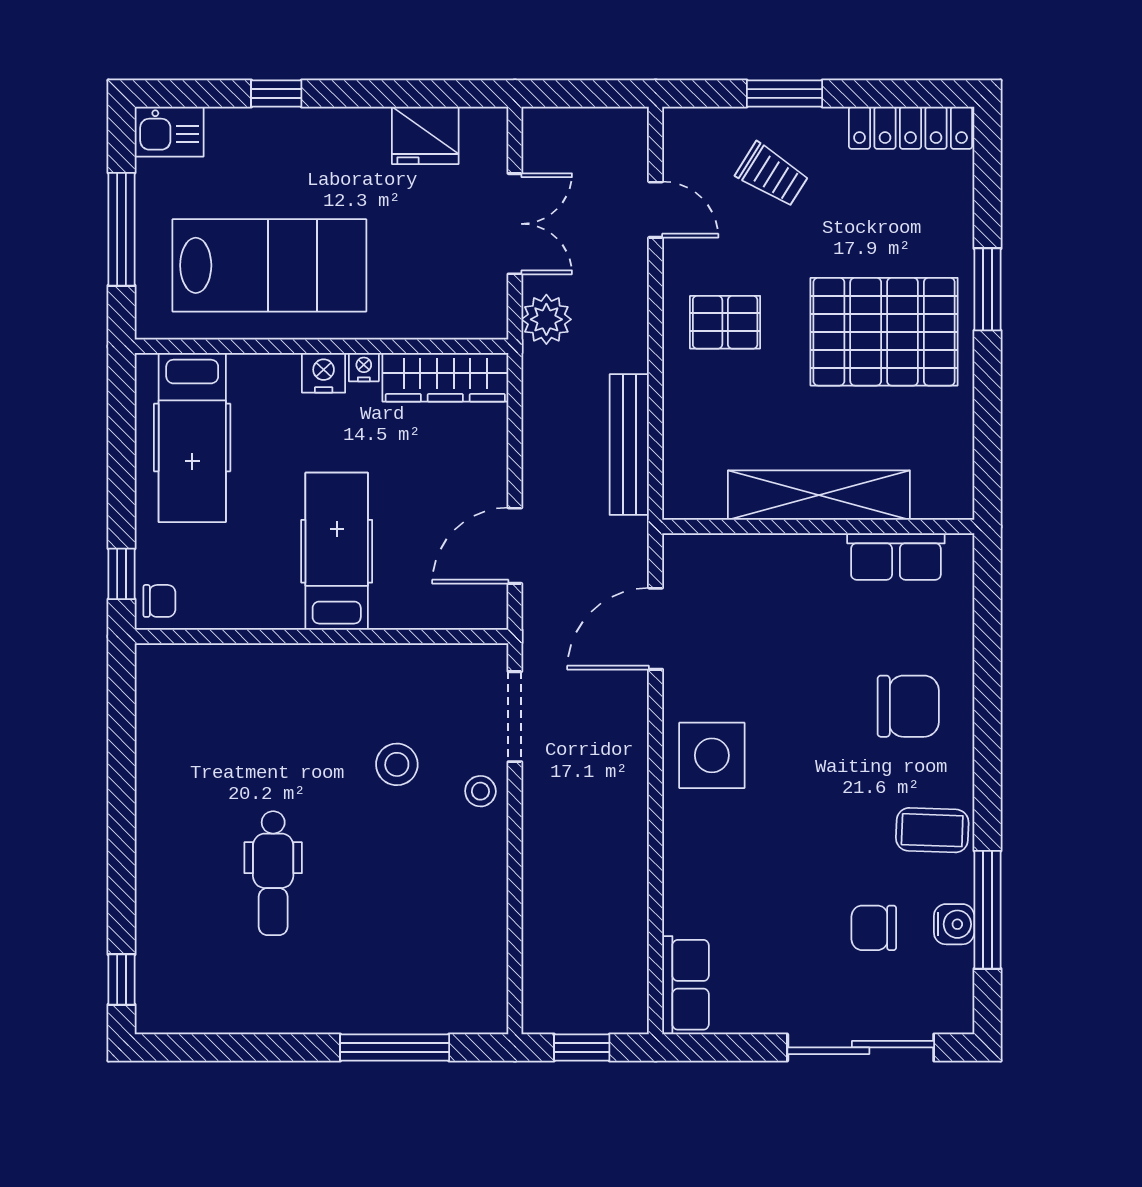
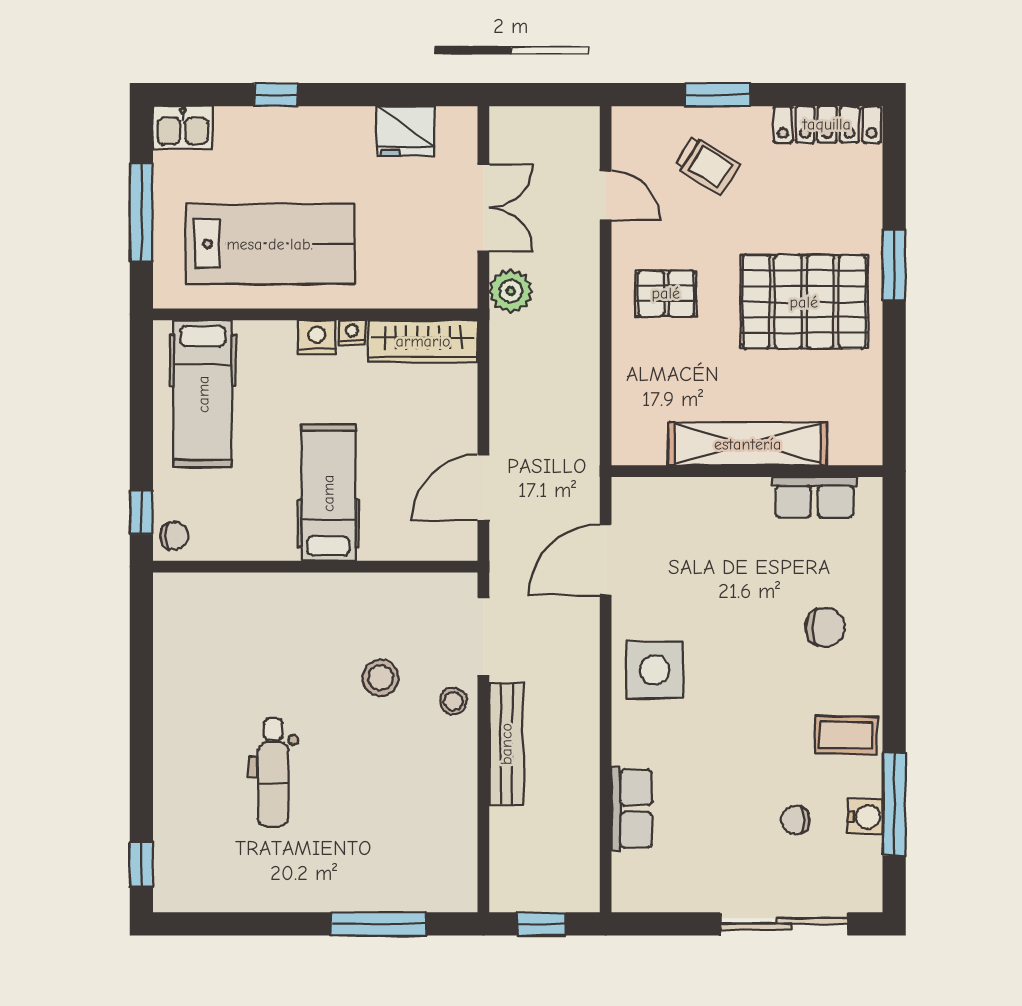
bench: (629, 445) -> (506, 744), moved
chair: (908, 706) -> (825, 627), width x0.73, depth x0.73
chair: (874, 928) -> (795, 820), width x0.73, depth x0.73
row of seats: (685, 985) -> (632, 809), moved

